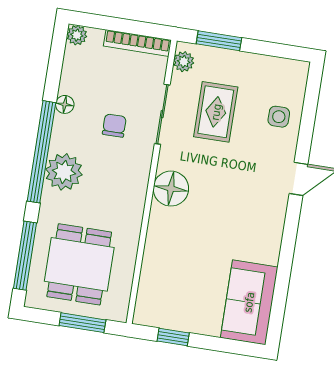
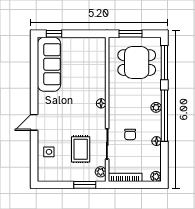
plant: (64, 172) -> (156, 107), width x0.53, depth x0.53
floor lamp: (171, 189) -> (101, 103), width x0.53, depth x0.53
dining table: (79, 264) -> (137, 63), turned 90
sofa: (249, 302) -> (49, 64), width x1.36
window: (173, 337) -> (54, 34), moved

